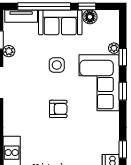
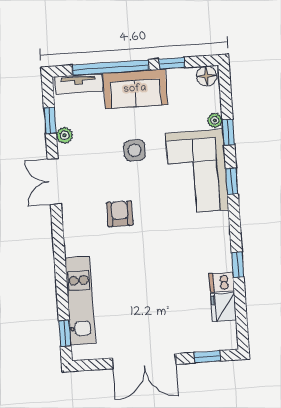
floor lamp: (90, 17) -> (206, 76), moved
armchair: (58, 109) -> (120, 214), moved, turned -90

